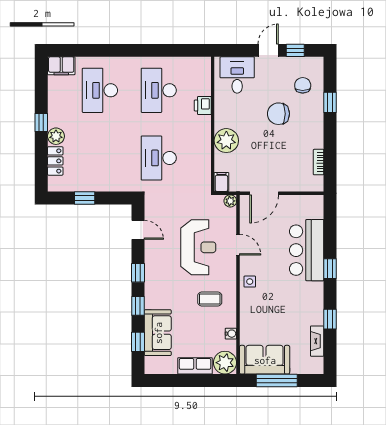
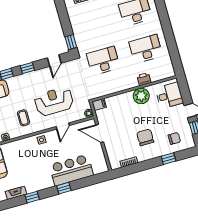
chair: (278, 114) -> (145, 137), moved
plant: (226, 141) -> (141, 96), moved
window: (85, 198) -> (71, 42), moved
reception desk: (198, 247) -> (54, 101), turned 180

